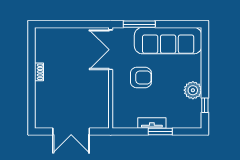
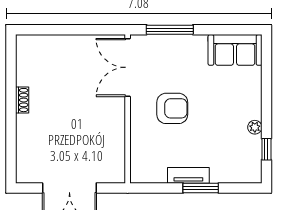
sofa: (168, 41) -> (235, 50), width x0.54, depth x0.79
plant: (193, 90) -> (255, 127), width x0.53, depth x0.53

